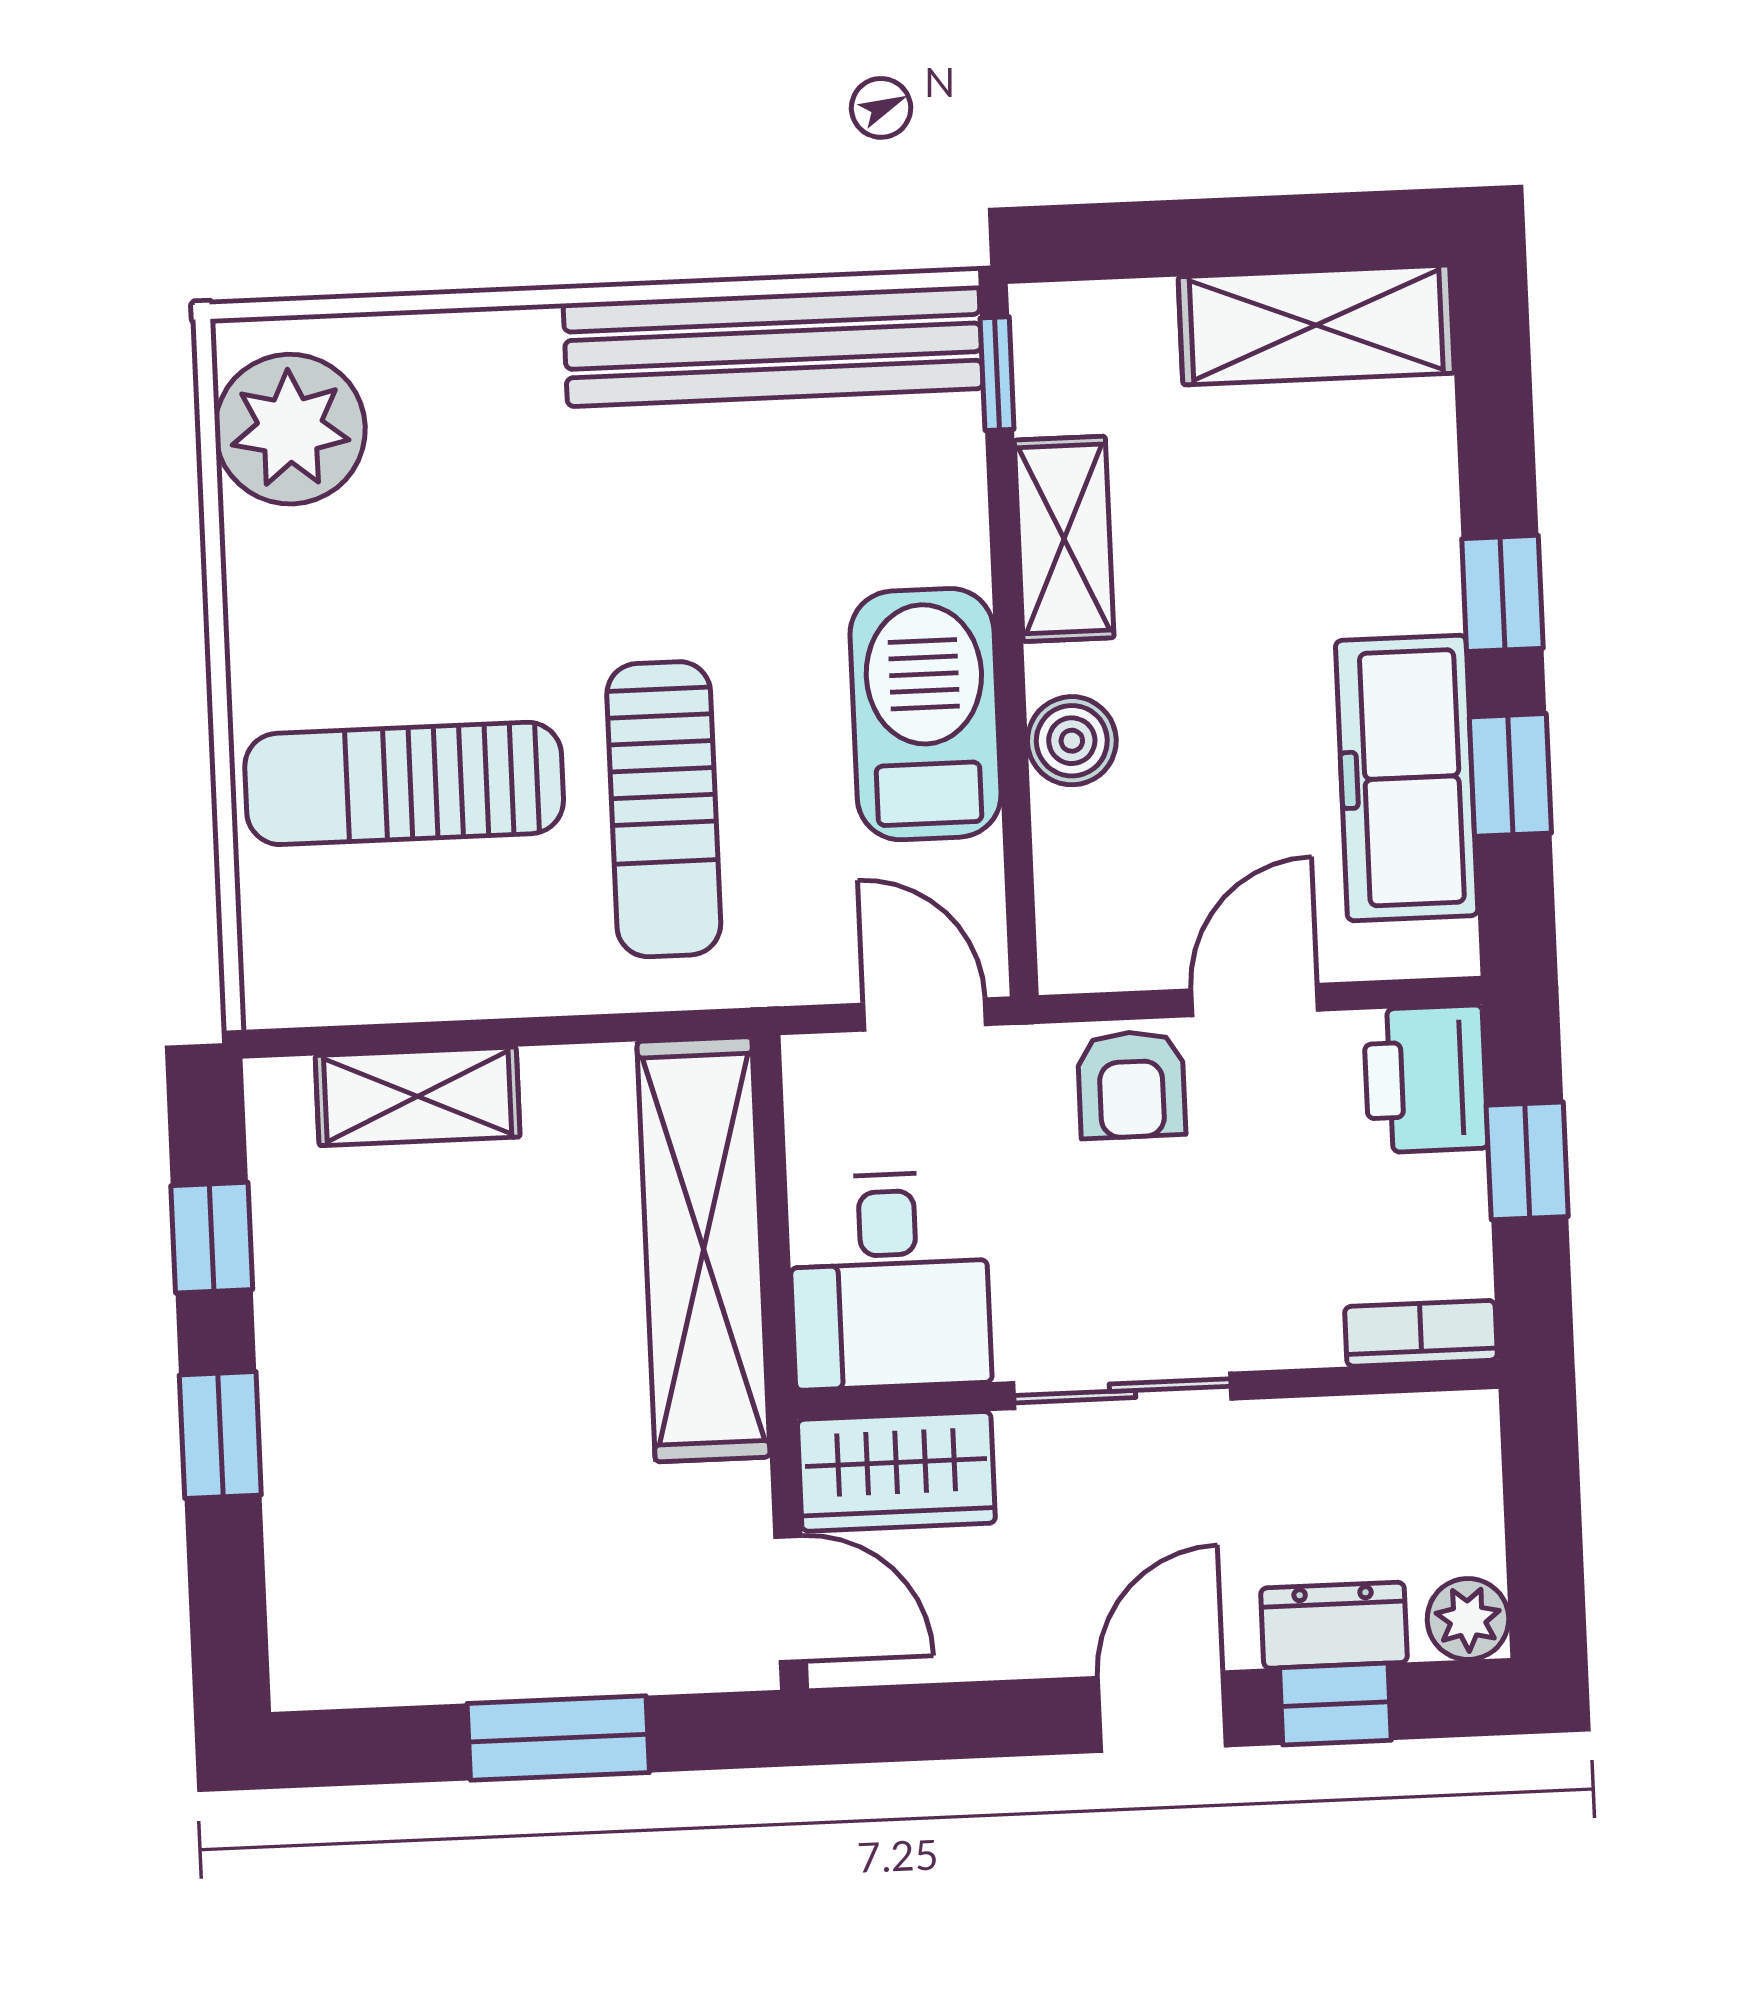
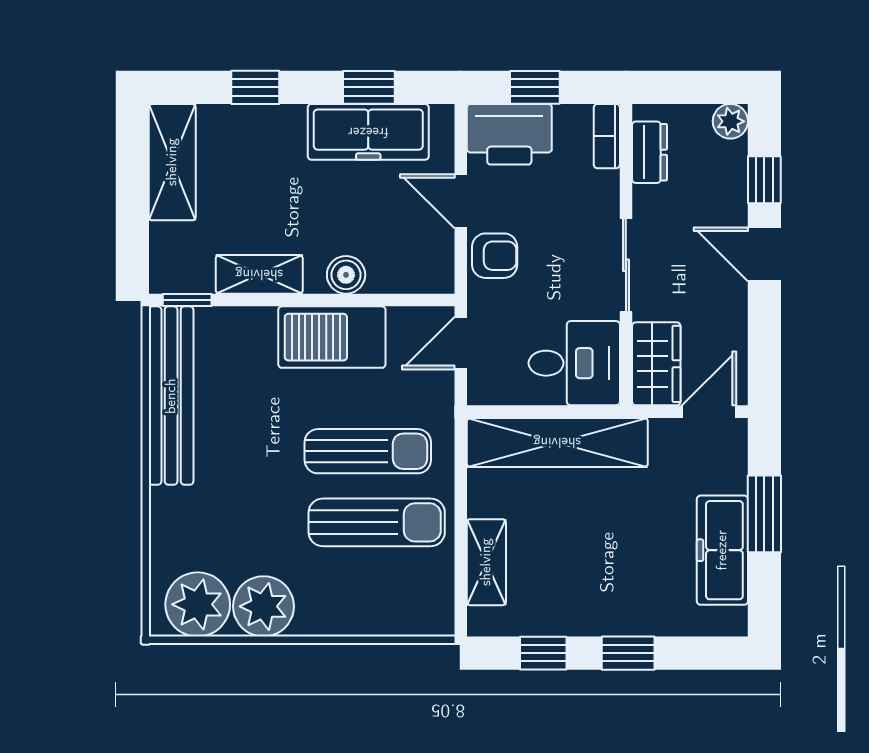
plant: (292, 582) -> (263, 606), added
window: (1502, 593) -> (255, 87), moved
sun lounger: (404, 783) -> (377, 522), moved, turned -90
printer: (1426, 1079) -> (509, 134), width x1.37, depth x1.19
dresser: (1334, 1625) -> (649, 152), moved, turned 180
freezer: (470, 1644) -> (722, 550), added

